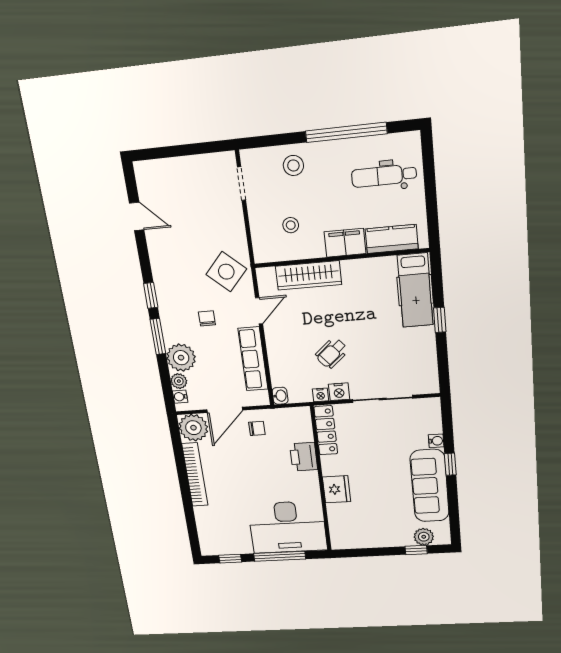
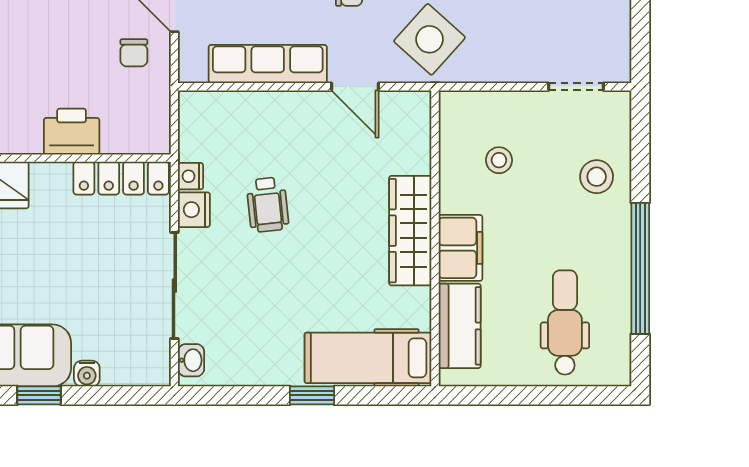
wardrobe: (308, 275) -> (410, 231), moved
wheelchair: (332, 353) -> (268, 205), turned -145
washbasin: (280, 396) -> (191, 360), moved, turned -90

